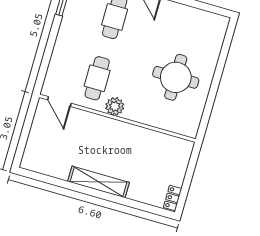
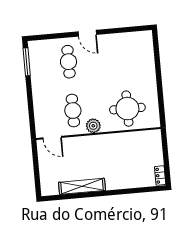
round table: (176, 77) -> (127, 109), moved
shelving: (99, 182) -> (82, 186), moved

